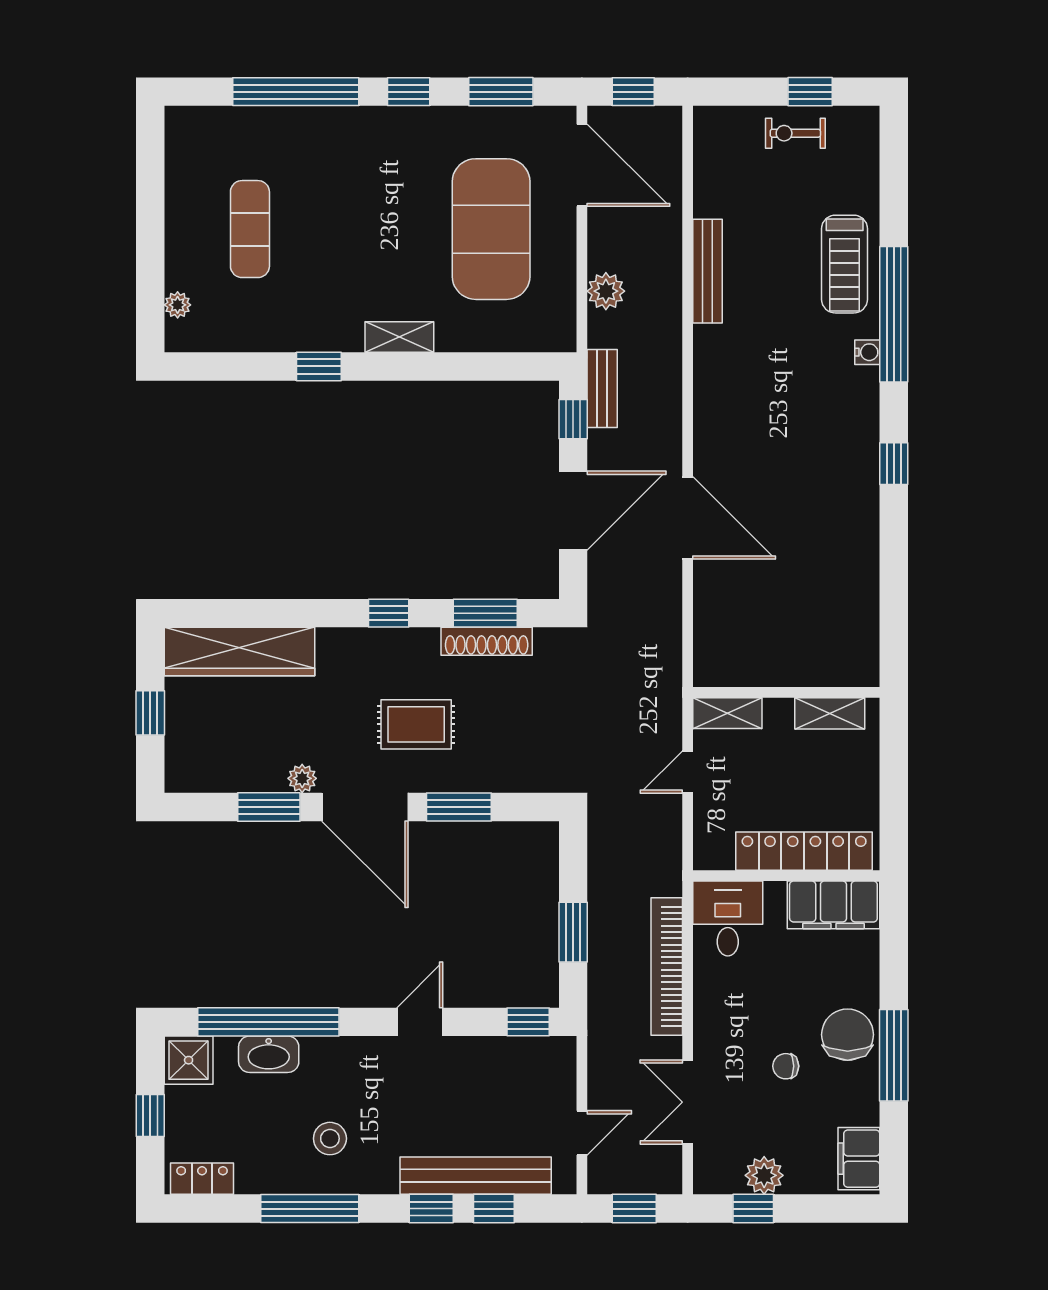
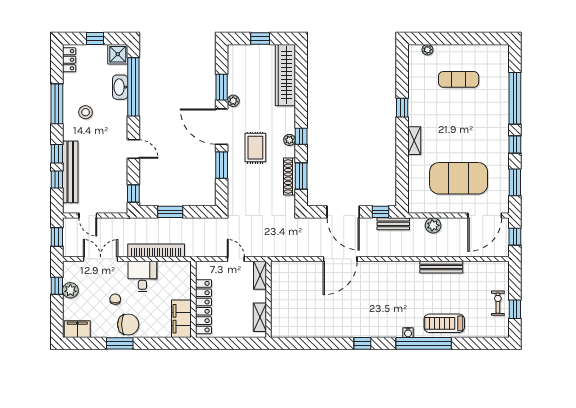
plant: (398, 641) -> (289, 140), added
door: (365, 807) -> (222, 127), hinge flipped
desk: (728, 918) -> (142, 276), moved, turned -90
window: (894, 1055) -> (120, 343), width x0.69

